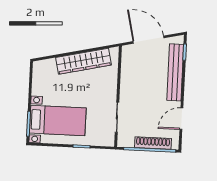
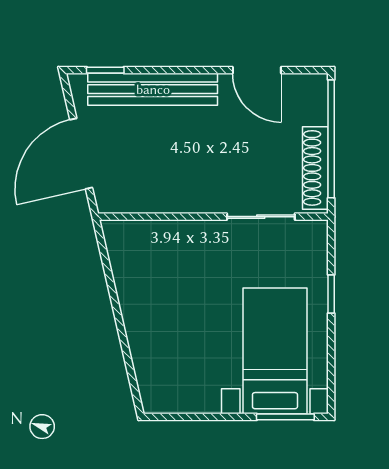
wardrobe: (84, 61) -> (137, 299), removed
shoe rack: (153, 143) -> (315, 168), moved

